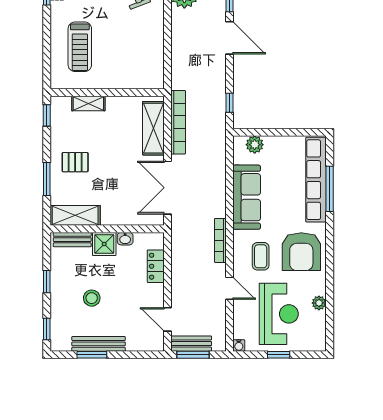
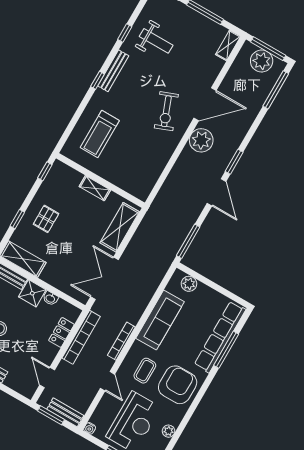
window: (230, 103) -> (188, 241), width x2.17
shelving: (88, 104) -> (95, 188), moved
bookcase: (178, 122) -> (81, 337), moved
pallet: (75, 162) -> (46, 219), turned 90
window: (47, 179) -> (17, 219), width x0.67
armchair: (301, 252) -> (178, 385), turned 180
bench: (191, 344) -> (65, 412), moved

